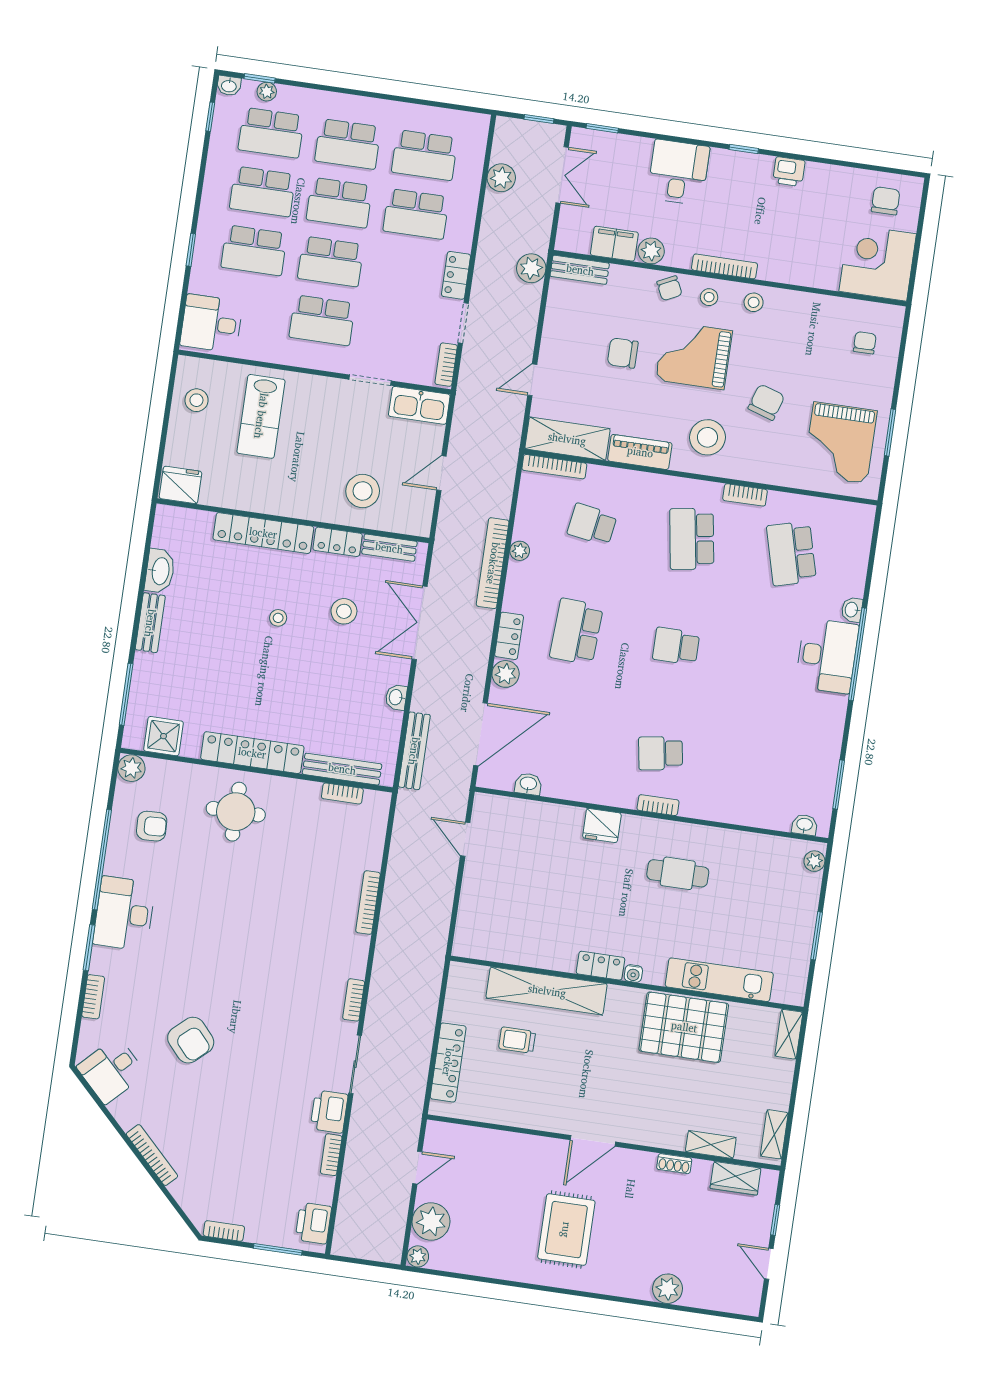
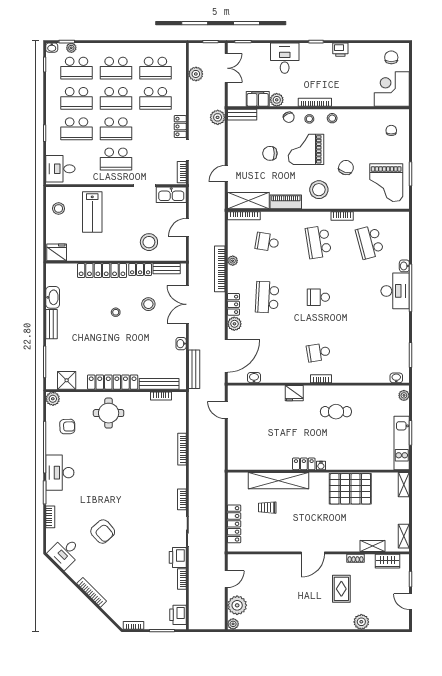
kitchen unit: (719, 980) -> (402, 443), moved, turned -90
rug: (566, 1230) -> (341, 589), moved, width x0.73, depth x0.70

